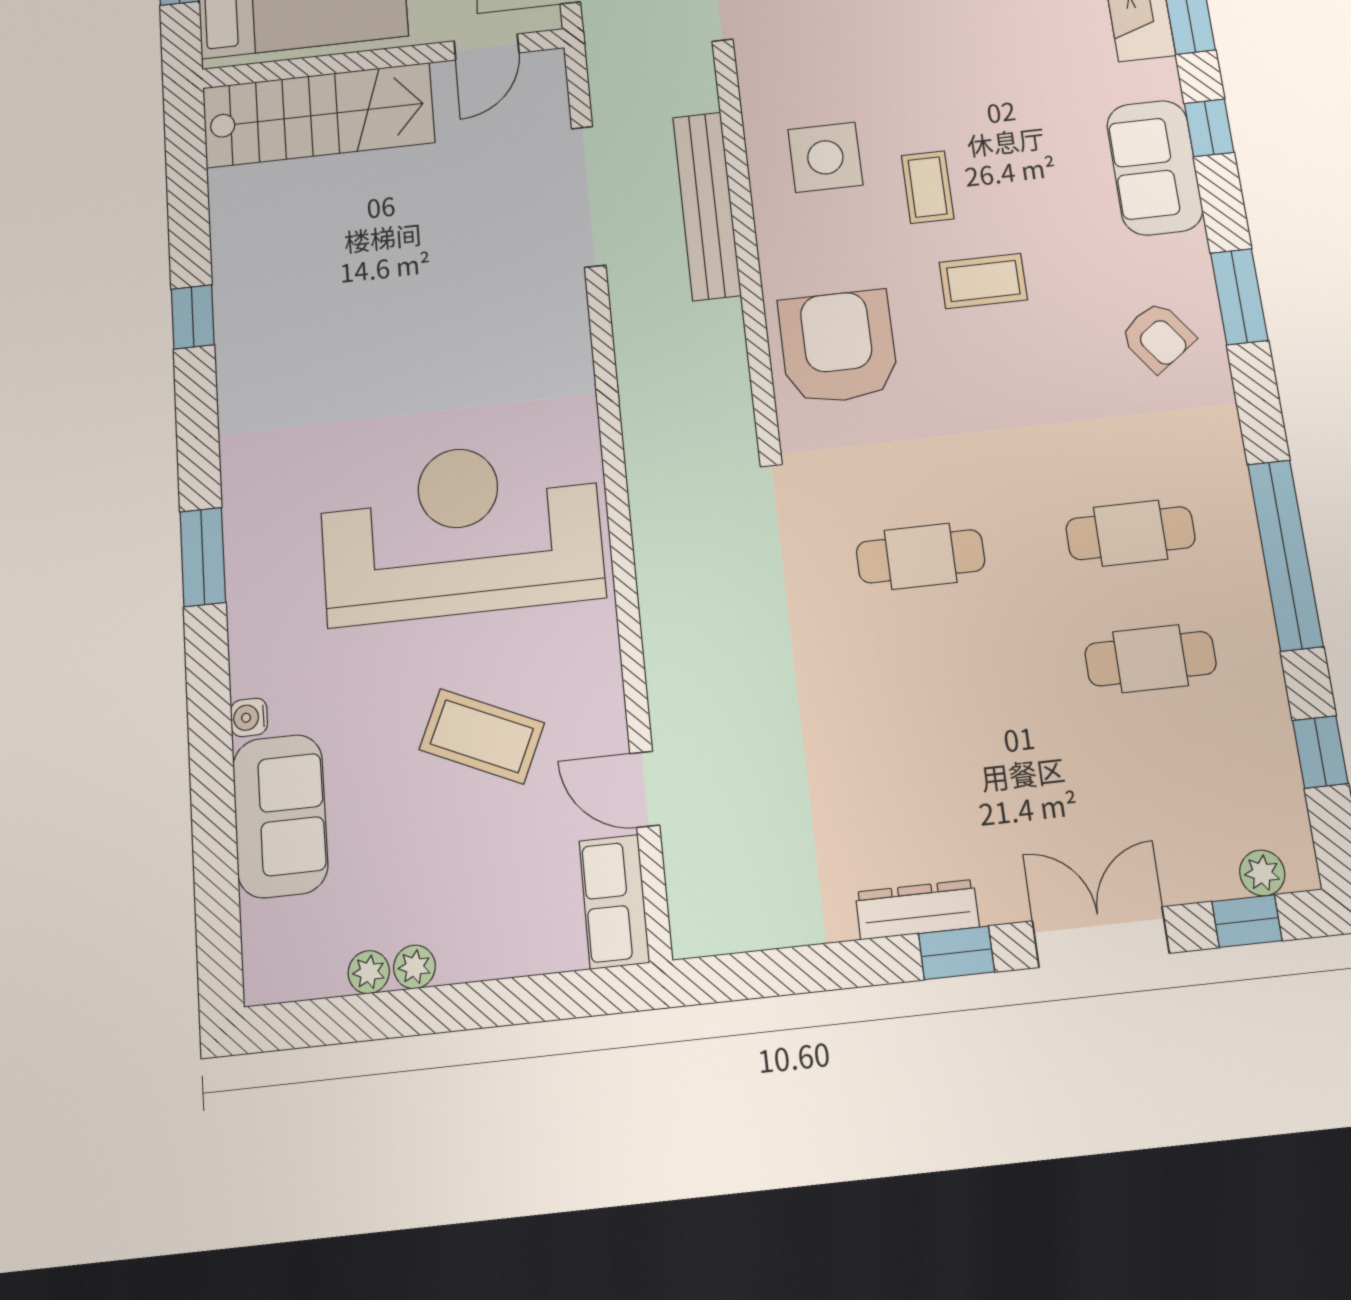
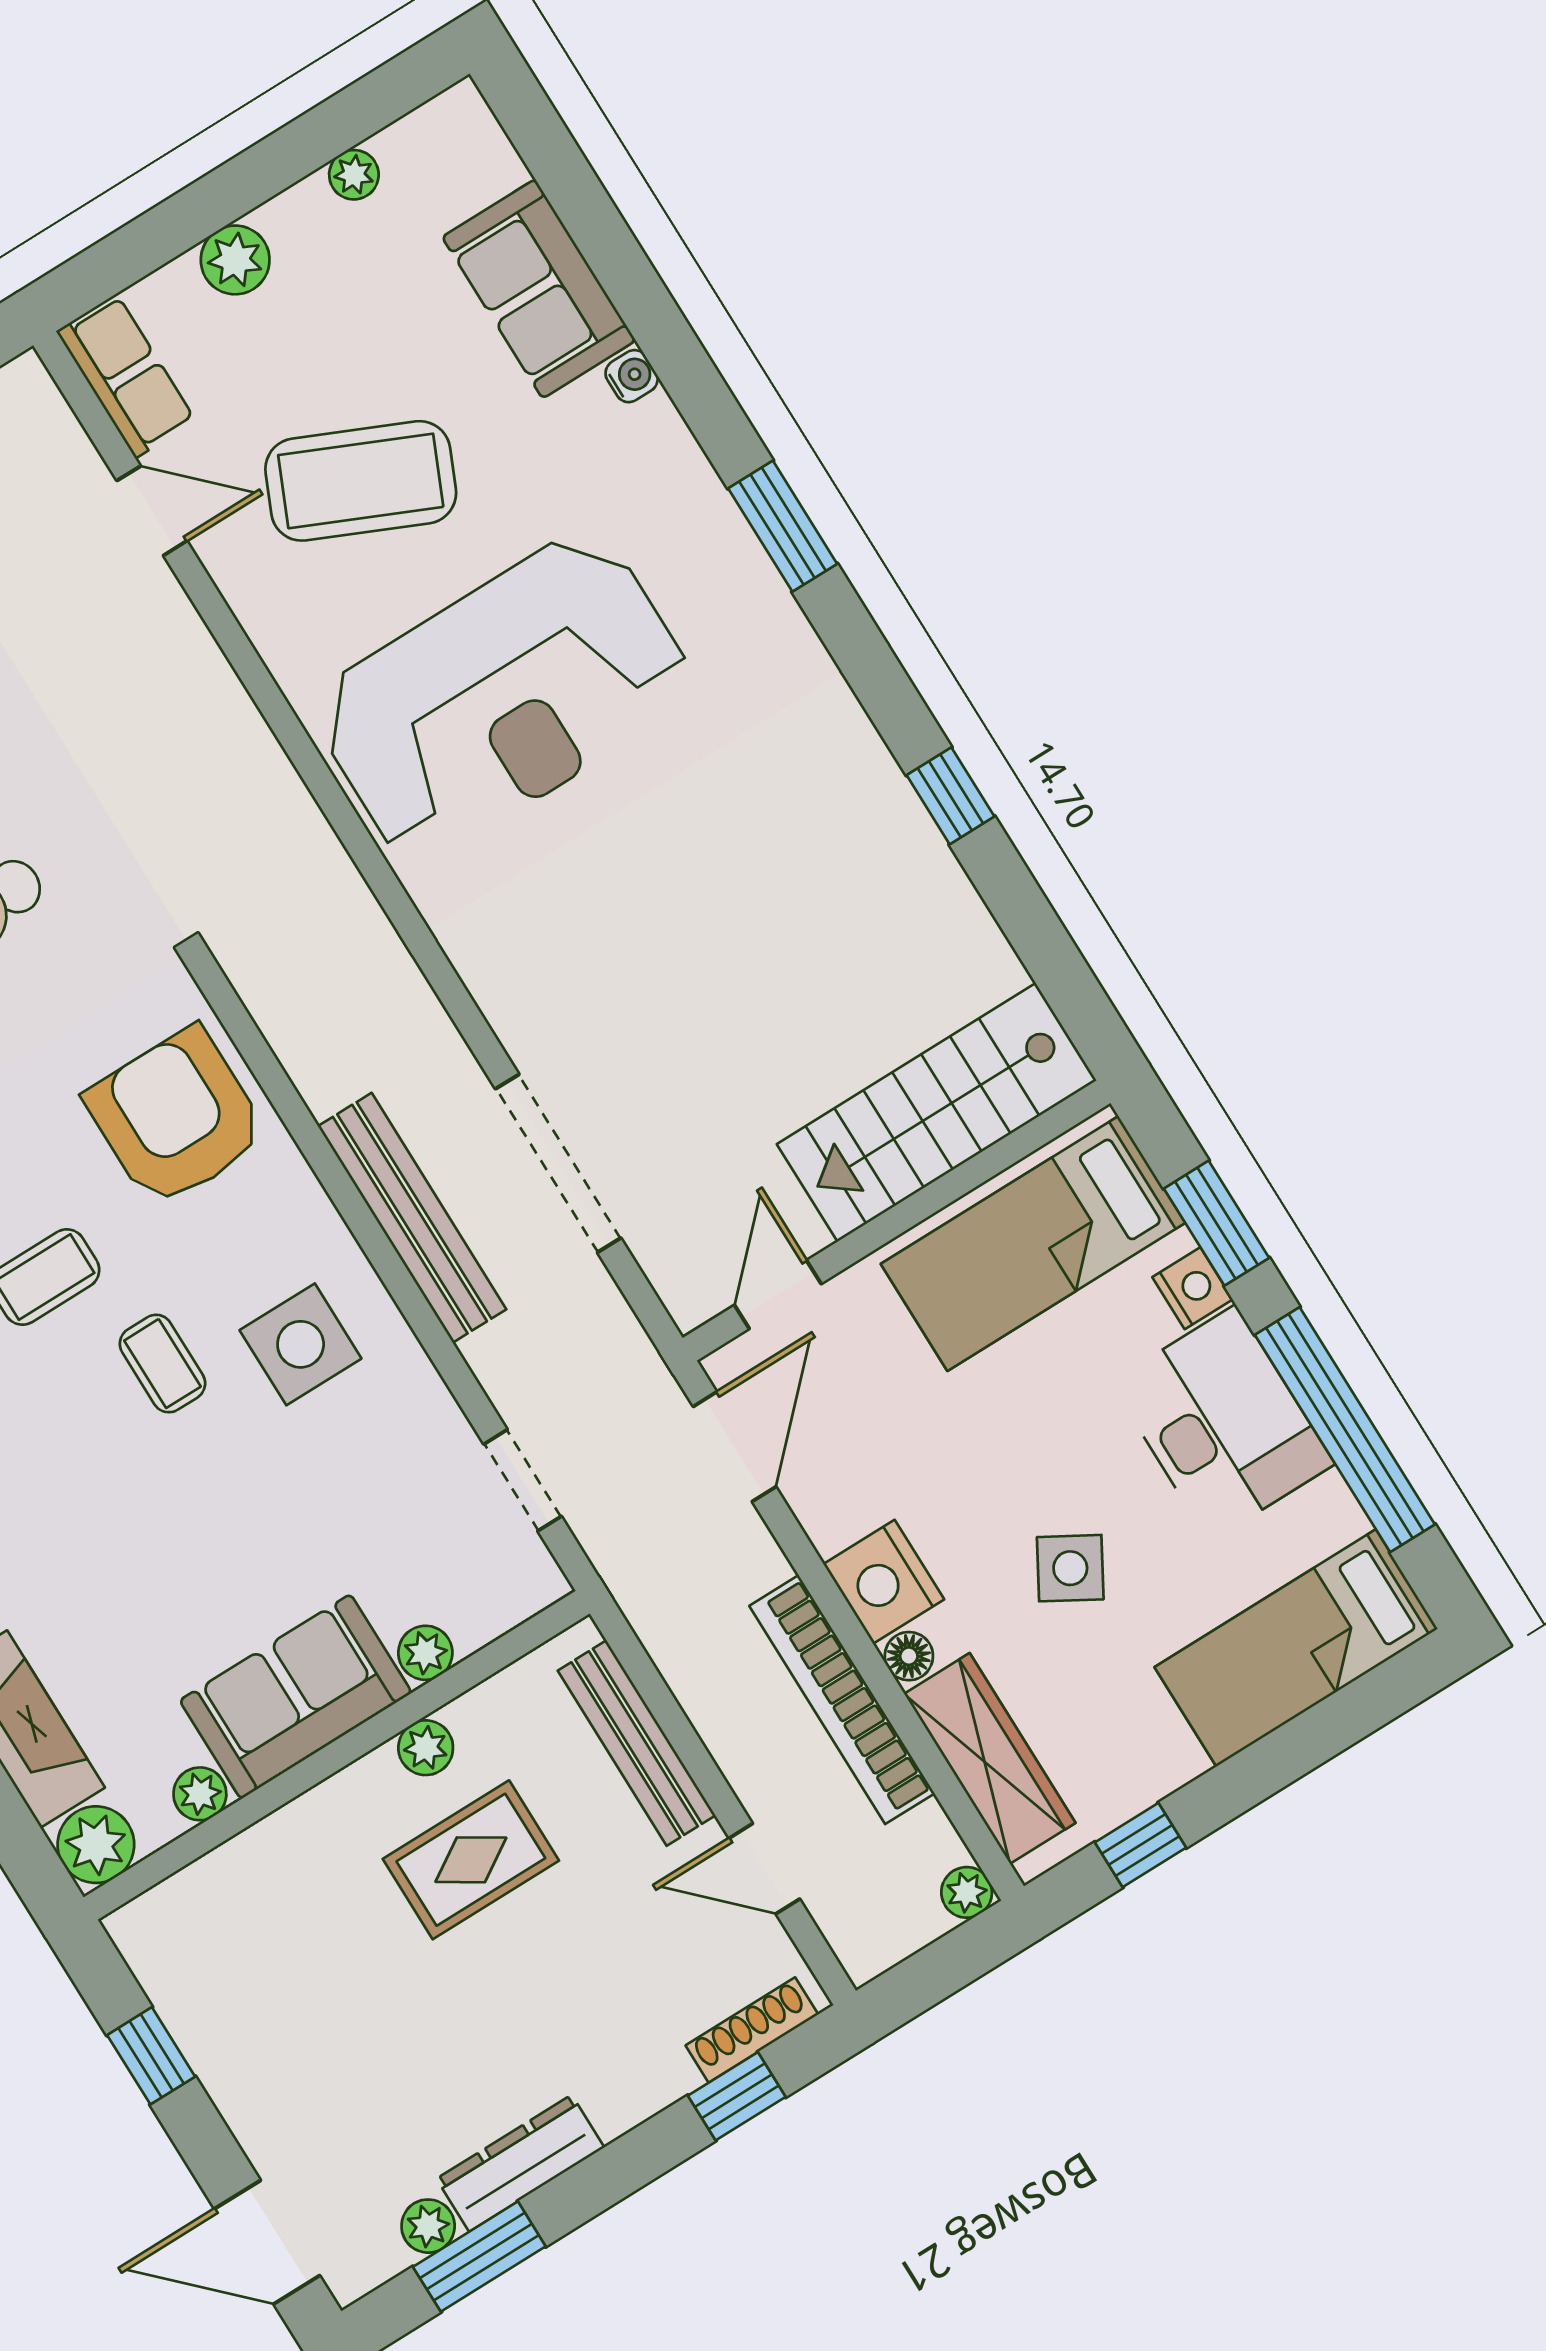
armchair: (838, 347) -> (176, 1117), turned 180
coffee table: (482, 736) -> (361, 481), width x1.36, depth x1.32
plant: (414, 967) -> (235, 260), moved, width x1.38, depth x1.38

